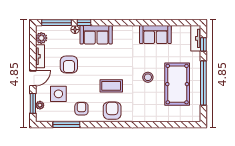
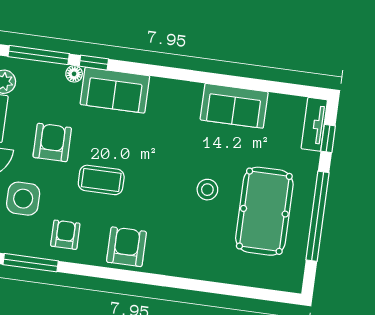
armchair: (69, 64) -> (52, 142), turned 180
coffee table: (111, 86) -> (101, 180), moved

